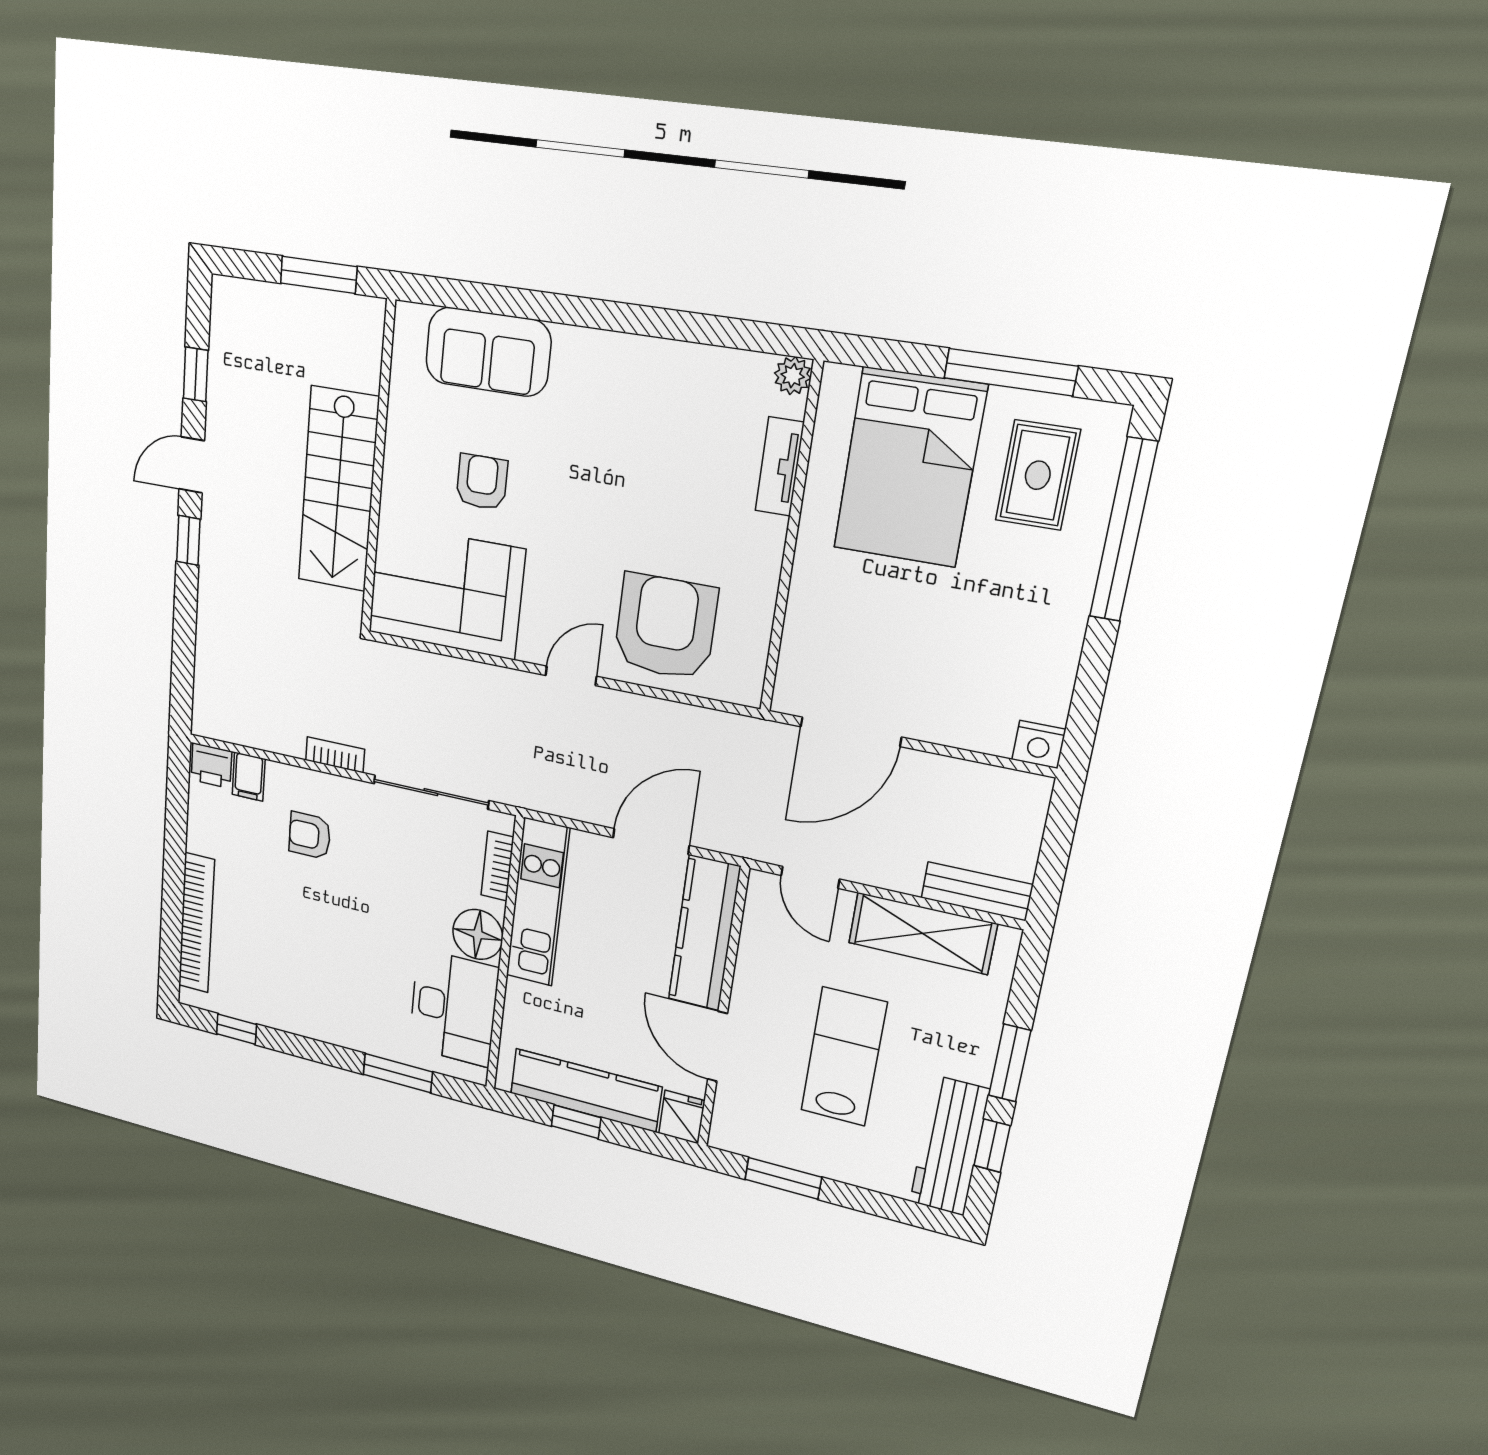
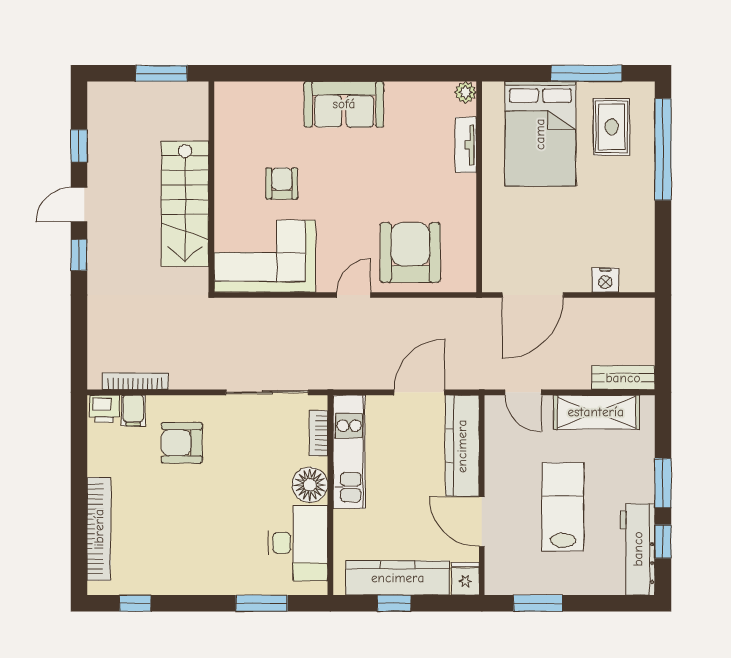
sofa: (488, 352) -> (344, 104), moved
nightstand: (1039, 744) -> (605, 280), moved
bookcase: (335, 755) -> (135, 381), moved, width x1.56
armchair: (310, 835) -> (182, 443), width x1.38, depth x1.38

